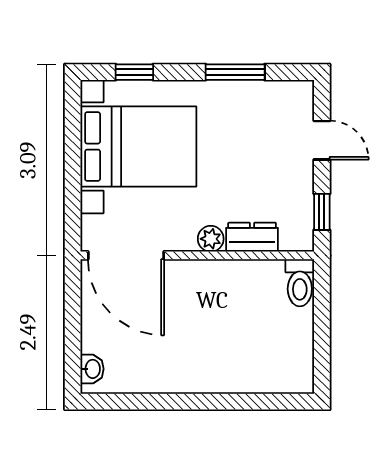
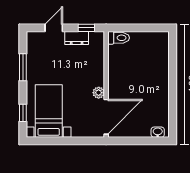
bed with nightstands: (138, 147) -> (49, 111), width x0.73
dresser: (252, 237) -> (77, 38), moved, turned -90
plant: (211, 239) -> (99, 93), moved

